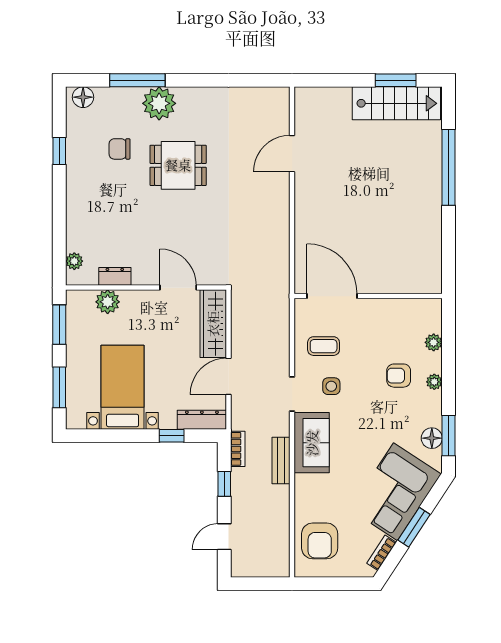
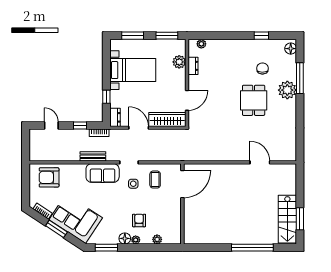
dresser: (202, 420) -> (115, 117), width x0.70
floor lamp: (432, 438) -> (125, 238), moved

